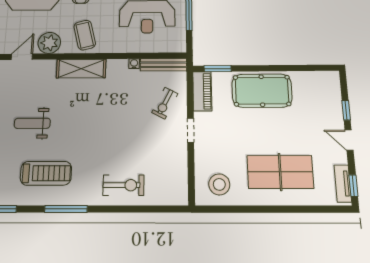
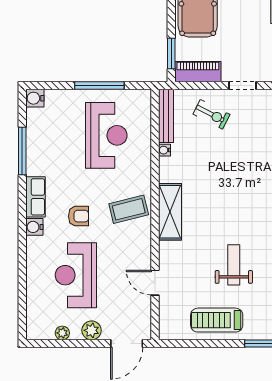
plant: (49, 43) -> (138, 251), removed
weight bench: (32, 123) -> (234, 265), turned 180

